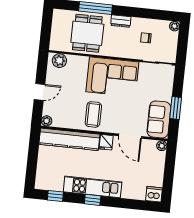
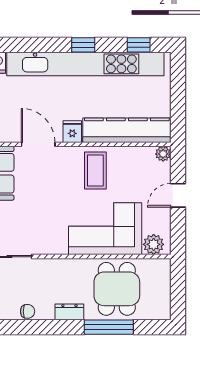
chair: (146, 38) -> (28, 311), moved
corner sofa: (112, 77) -> (105, 229), moved
kitchen unit: (93, 187) -> (85, 64), width x1.86

